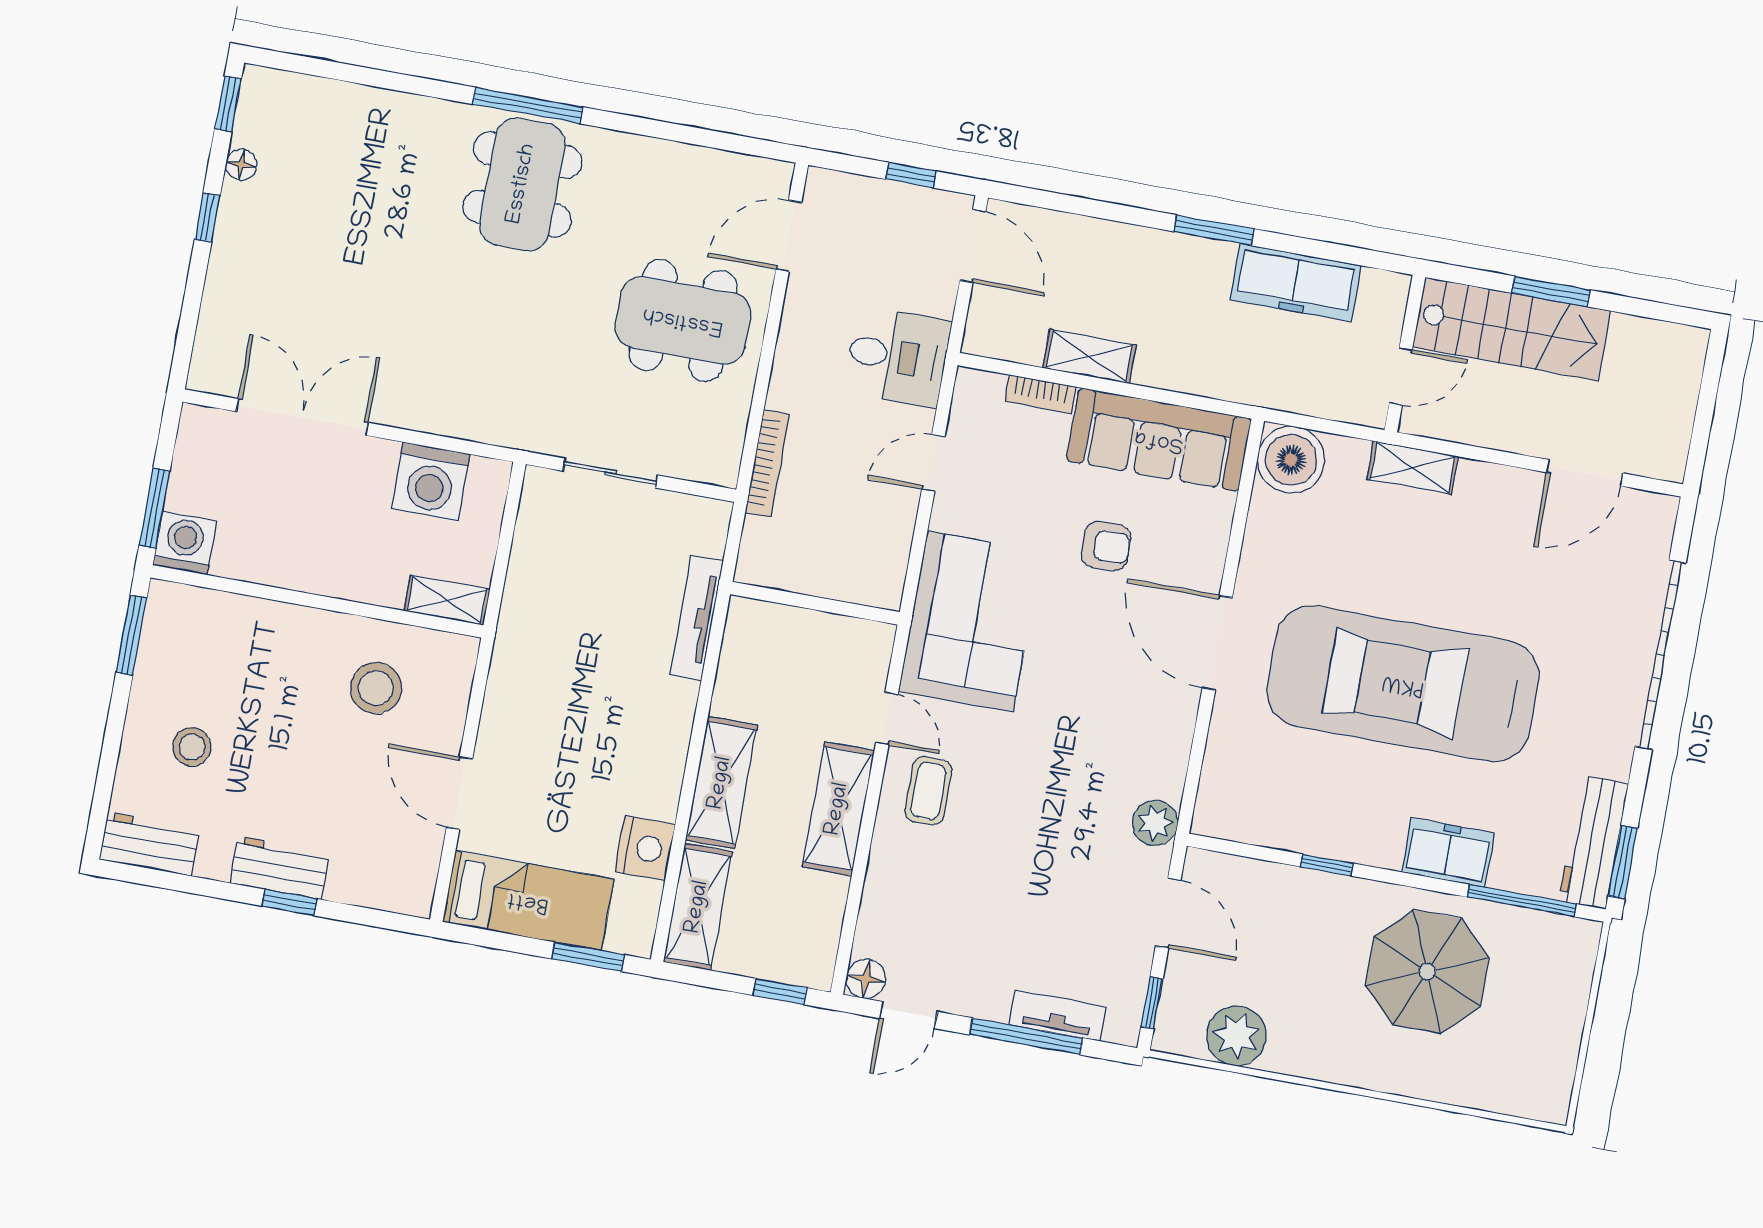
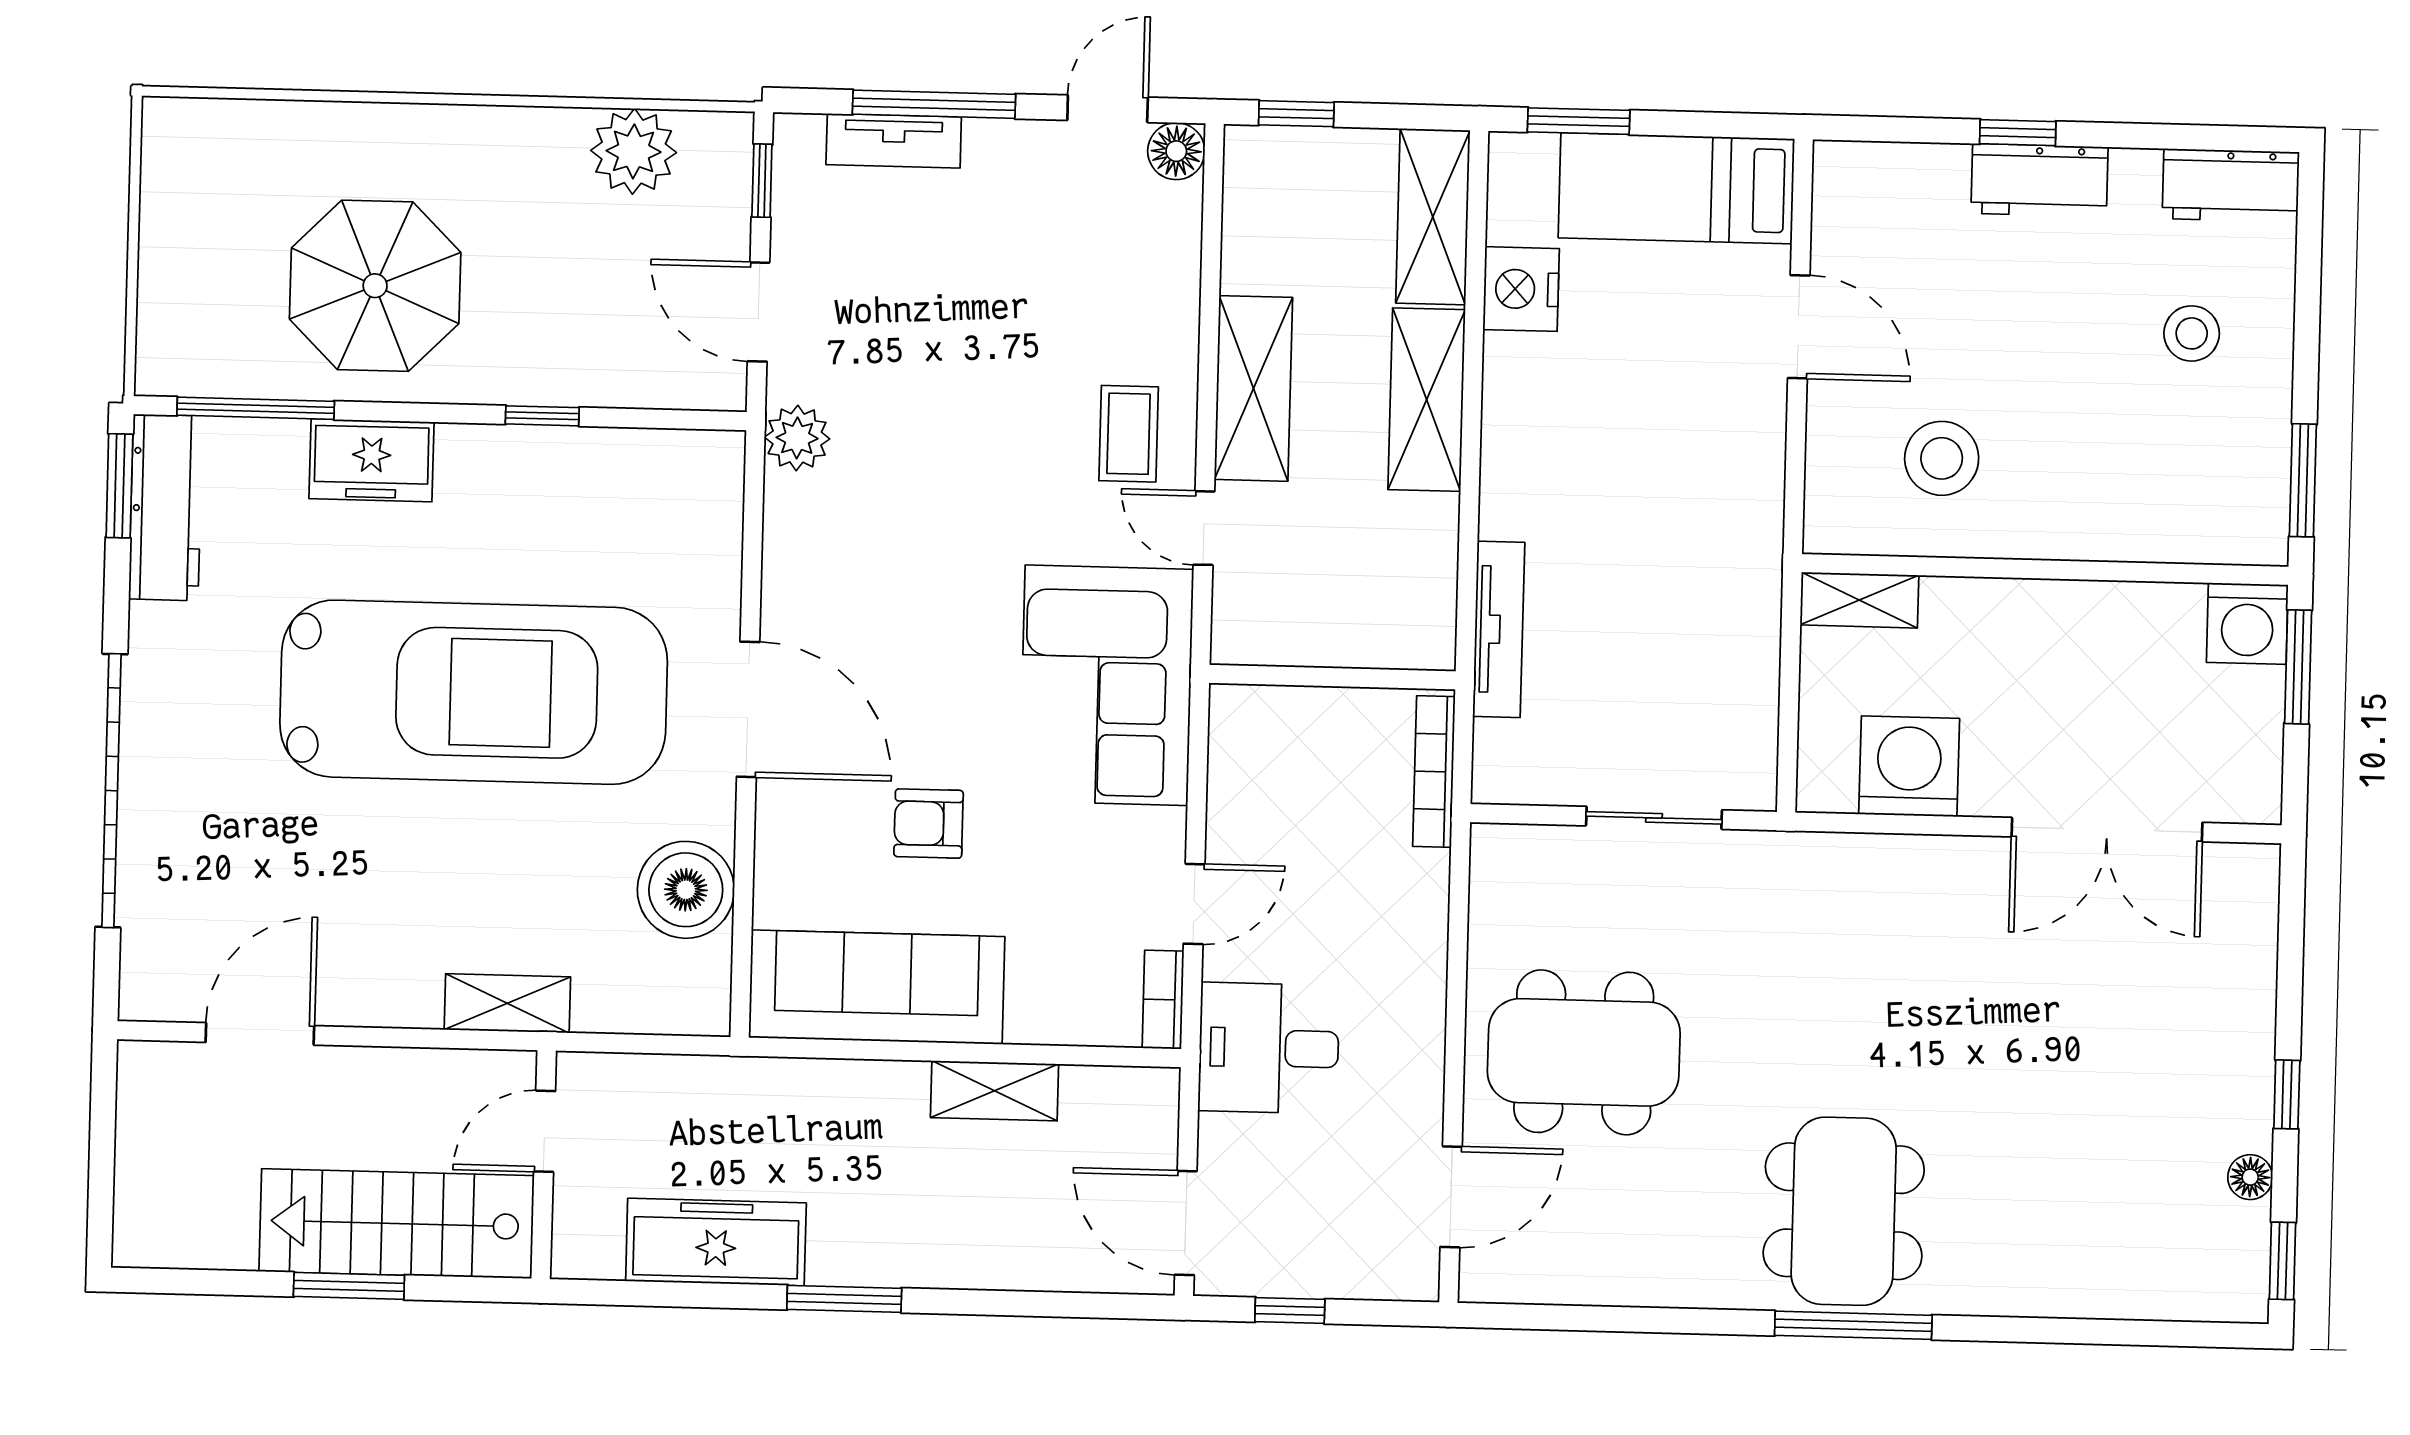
bookcase: (1040, 394) -> (1163, 1000), moved, turned -90
boiler: (1291, 460) -> (686, 890), moved
bookcase: (767, 463) -> (1434, 772), moved

